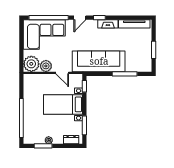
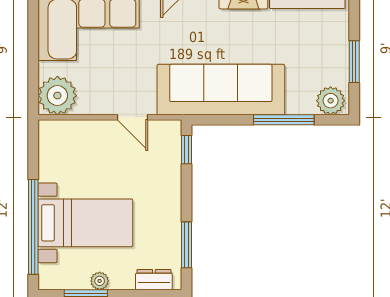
plant: (46, 66) -> (331, 101), moved
bed with nightstands: (63, 104) -> (85, 223), moved, turned 180

